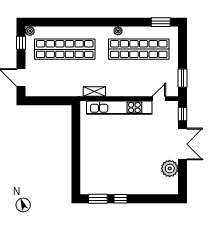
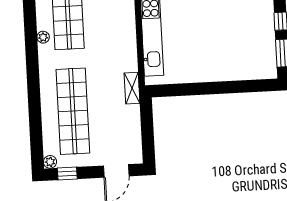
shelving: (94, 92) -> (132, 88), moved

